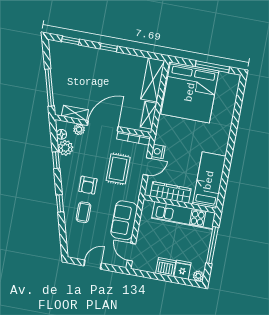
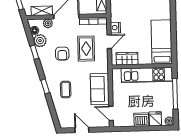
armchair: (88, 185) -> (62, 54), moved
wardrobe: (171, 192) -> (127, 59), width x0.67
door: (93, 265) -> (82, 130), hinge flipped

